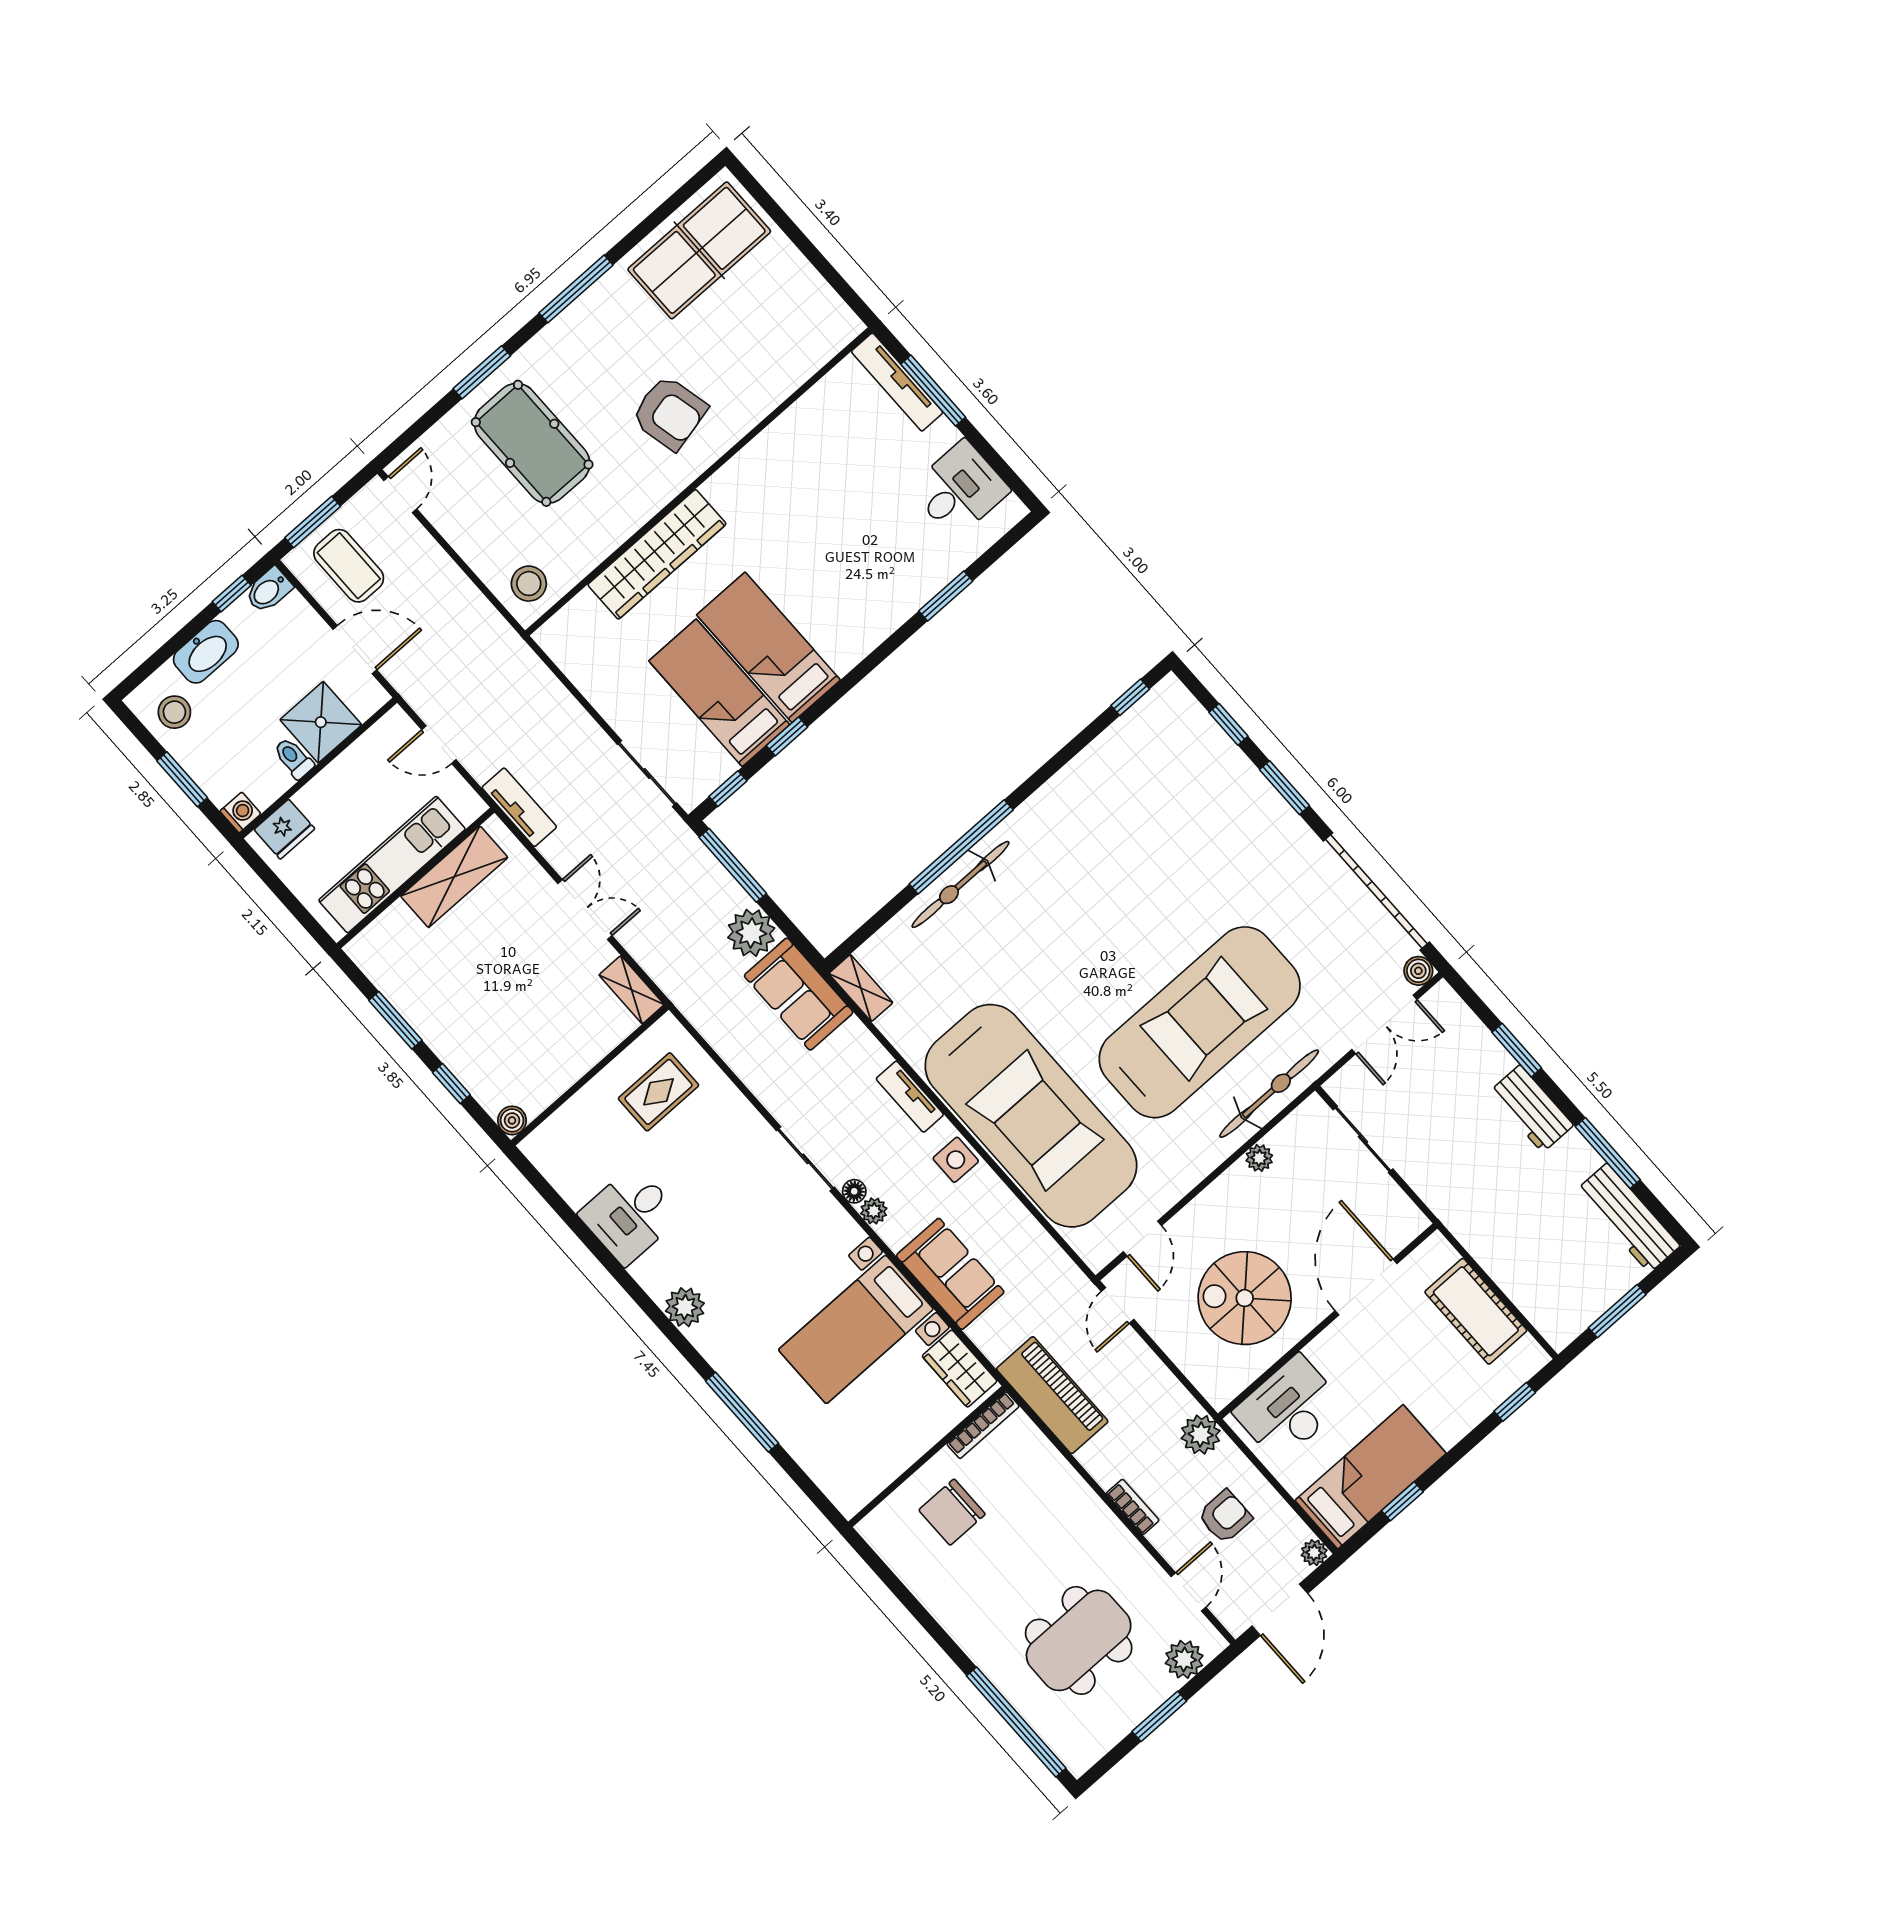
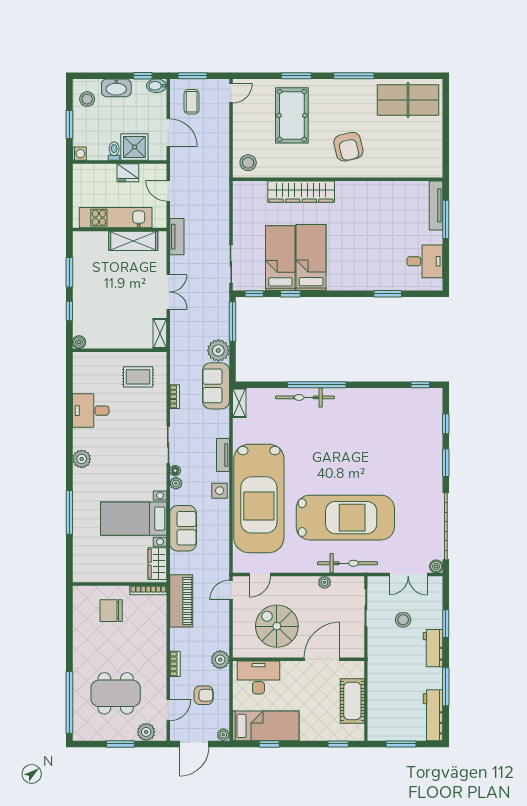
coffee table: (349, 566) -> (192, 102), width x0.73, depth x0.77
fridge: (284, 829) -> (128, 173), moved
bookcase: (747, 1071) -> (175, 397), added
stool: (1441, 1105) -> (403, 620), added

